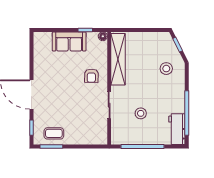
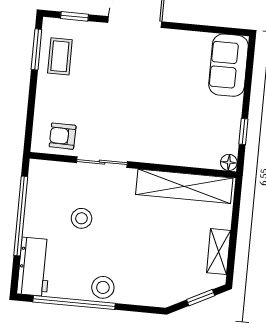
shelving: (152, 37) -> (219, 252), added
sofa: (69, 41) -> (228, 65), moved
stool: (166, 69) -> (103, 287), moved
armchair: (91, 76) -> (63, 136), moved
workbench: (177, 129) -> (34, 267), moved, turned 90

